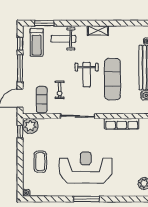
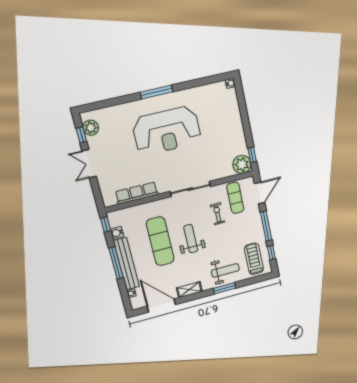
window: (44, 23) -> (224, 288), moved
door: (125, 23) -> (161, 305), added
coffee table: (40, 162) -> (222, 125), removed

